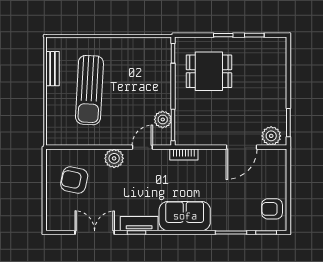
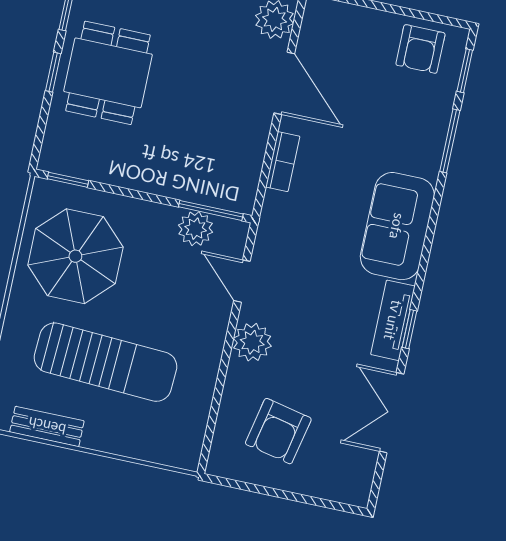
parasol: (137, 65) -> (75, 256), added
dining table: (209, 71) -> (108, 73), moved
bookcase: (184, 154) -> (283, 162), moved

